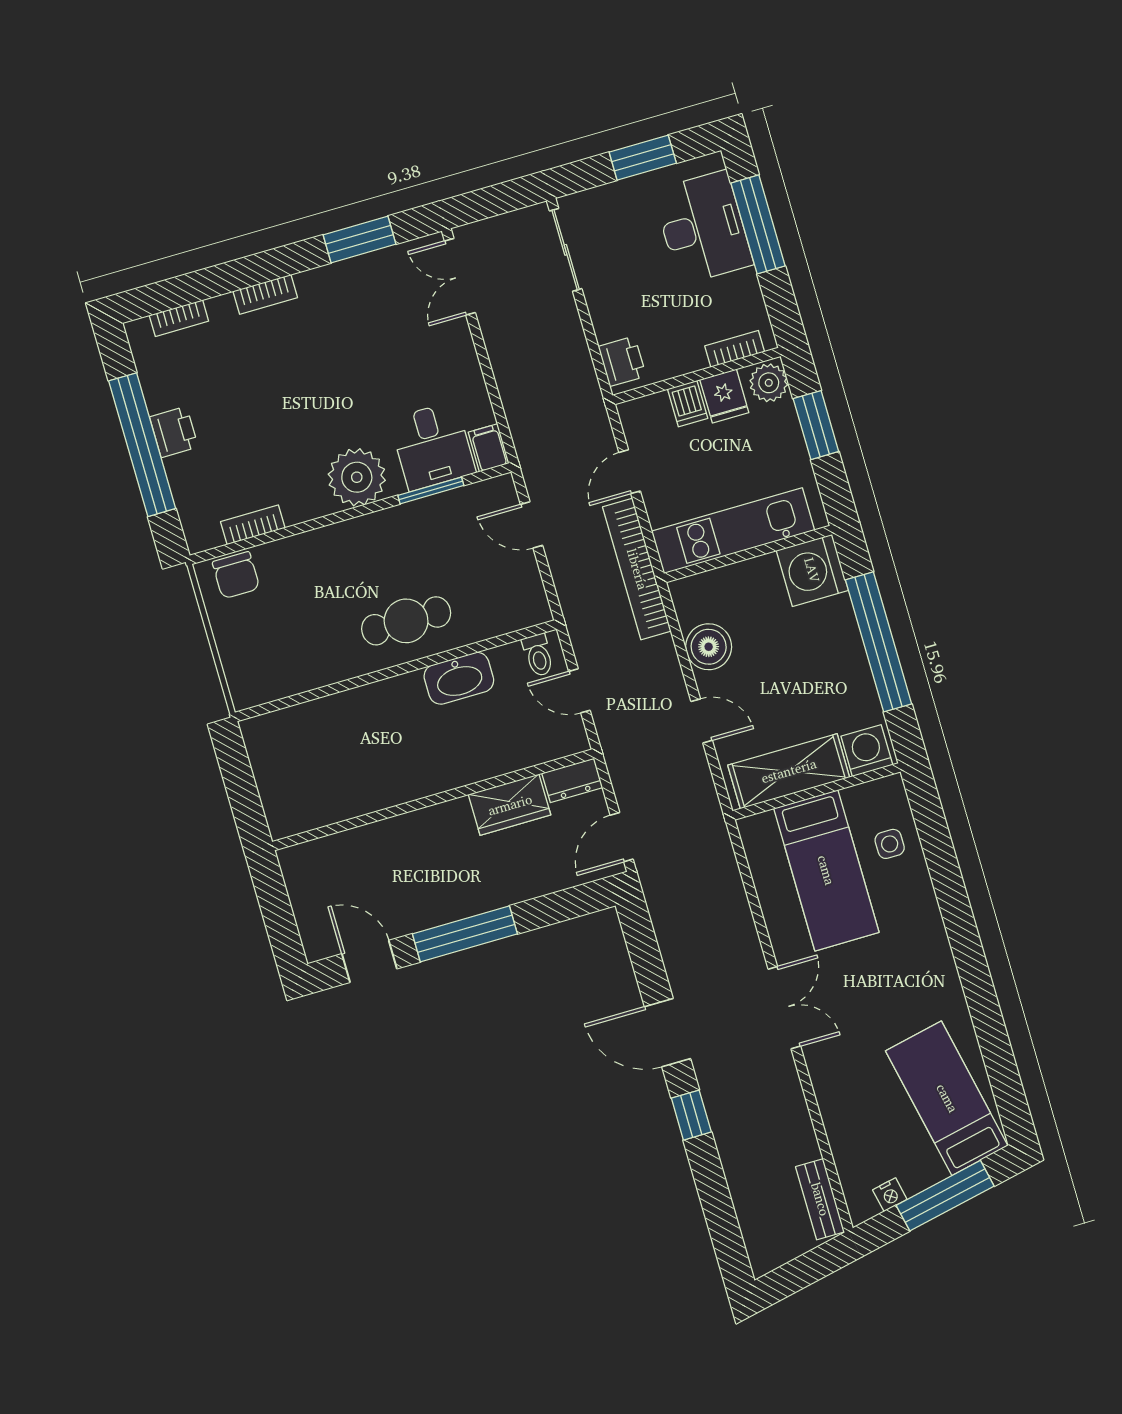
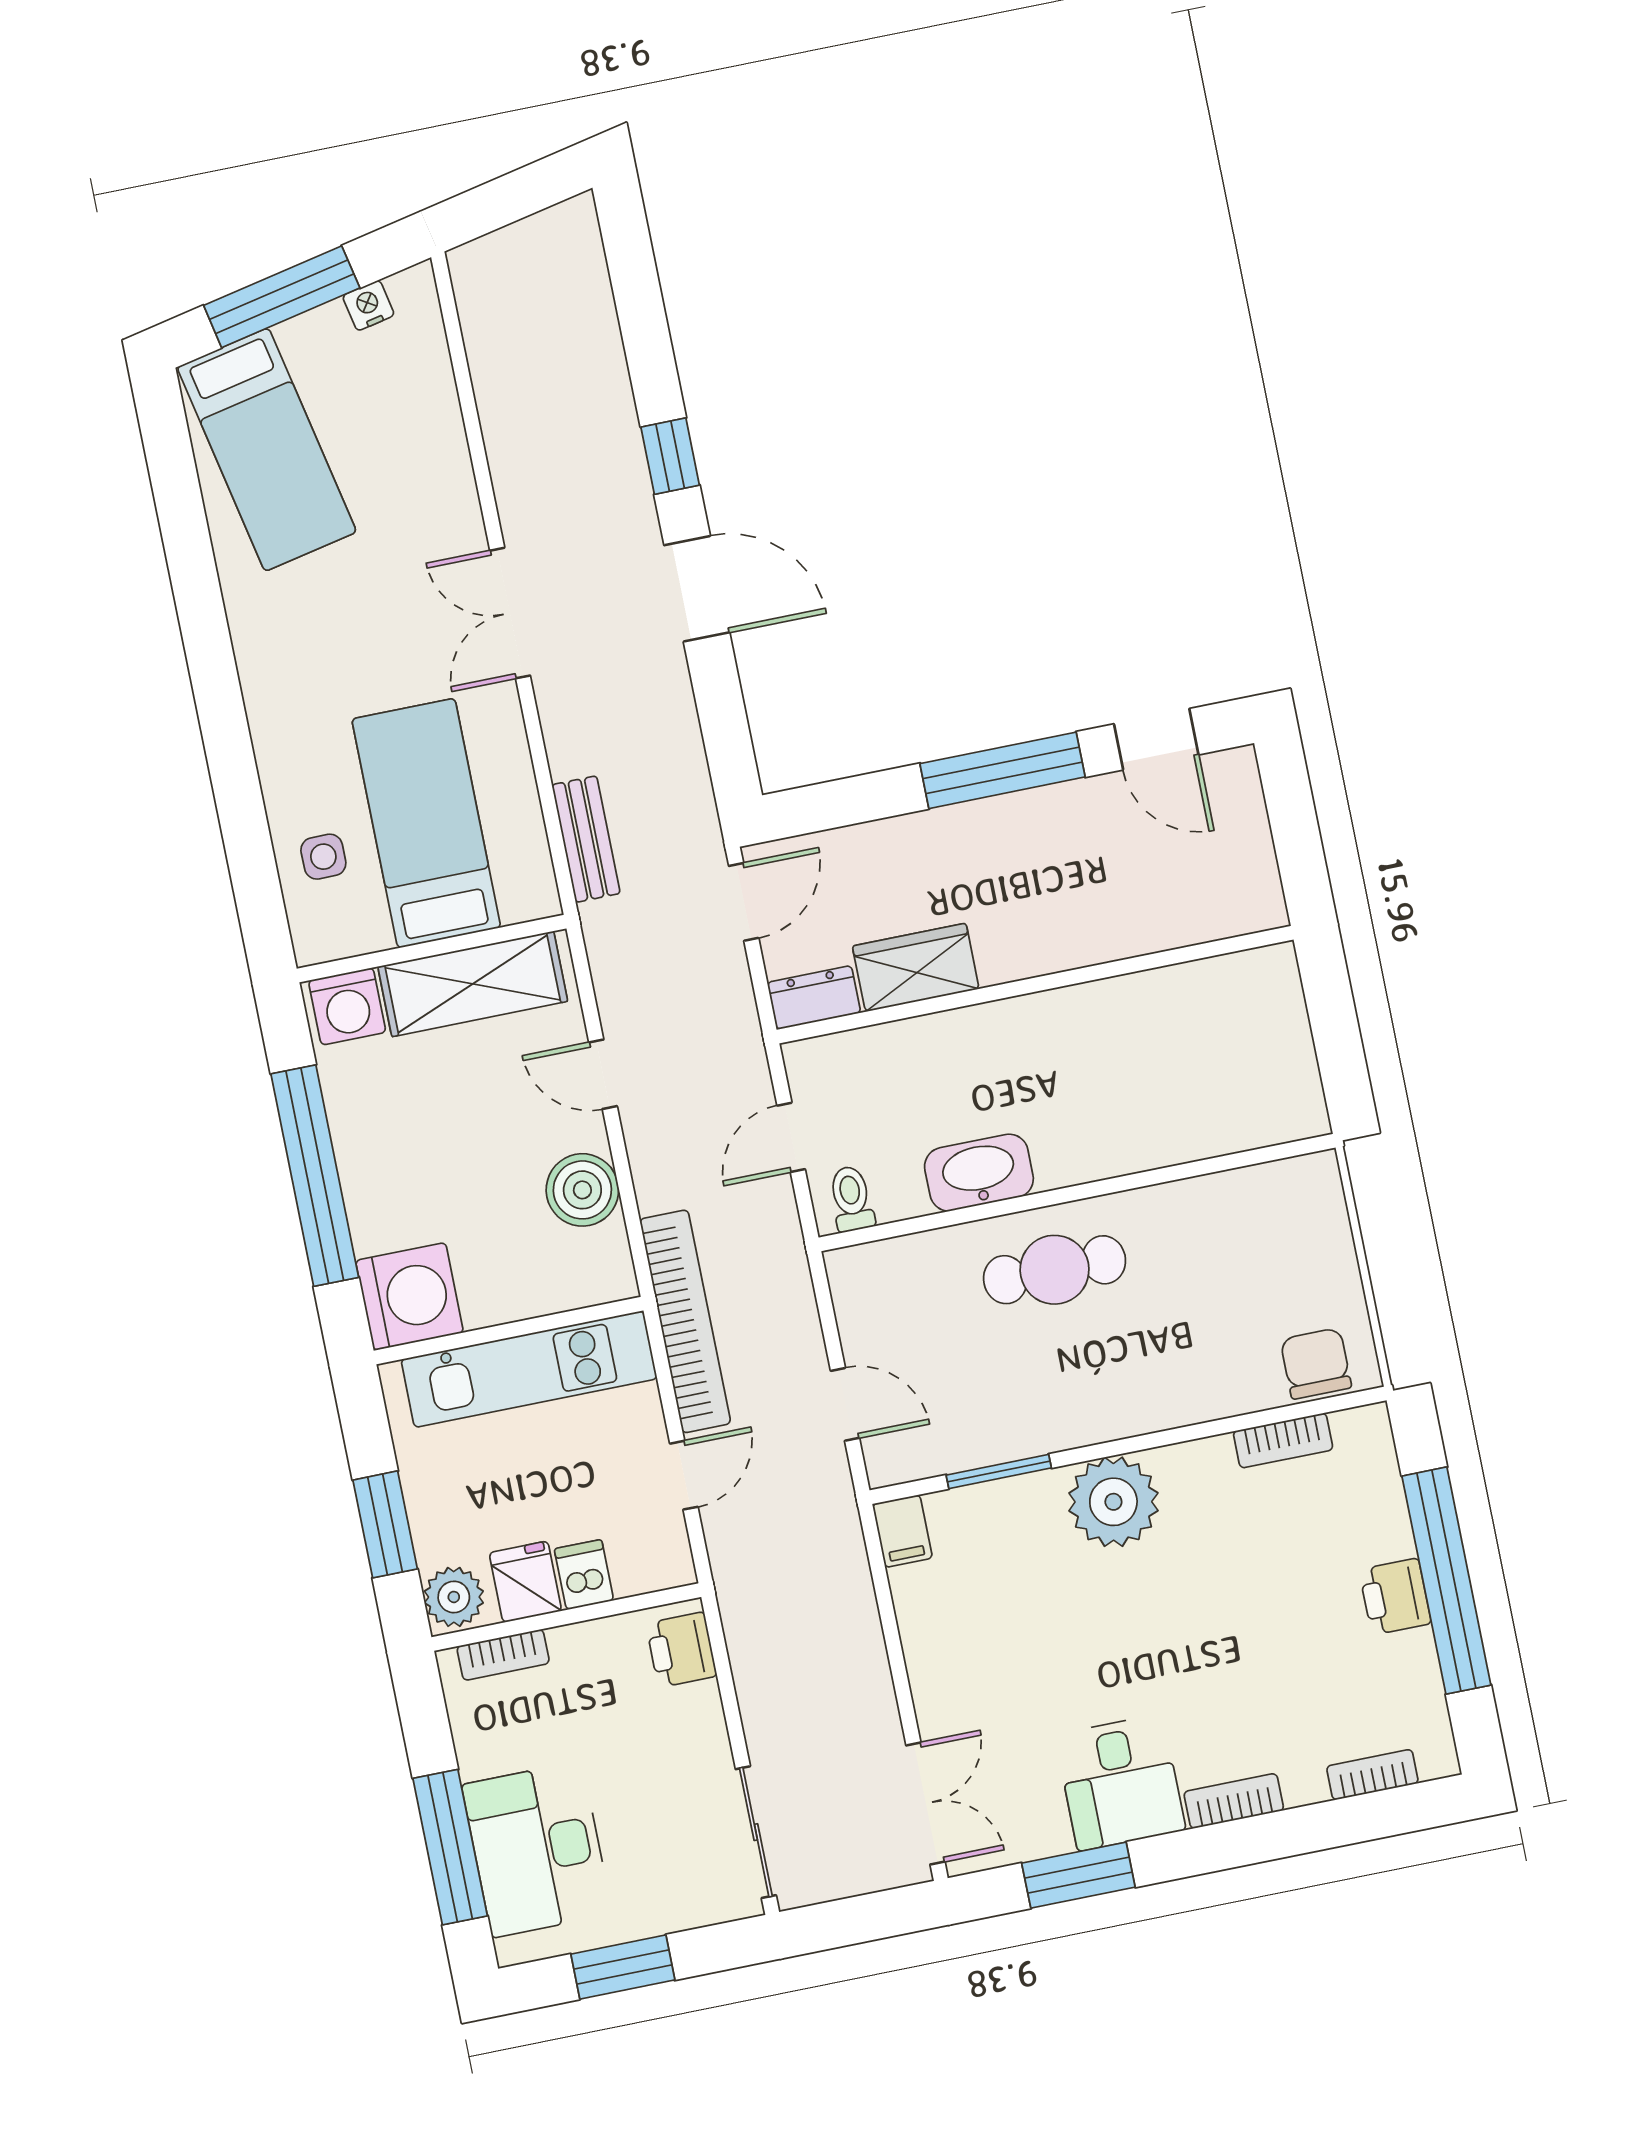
desk: (432, 446) -> (1120, 1782), moved, turned 180
door: (579, 691) -> (791, 1137), swing flipped
bench: (820, 1199) -> (586, 839), moved

